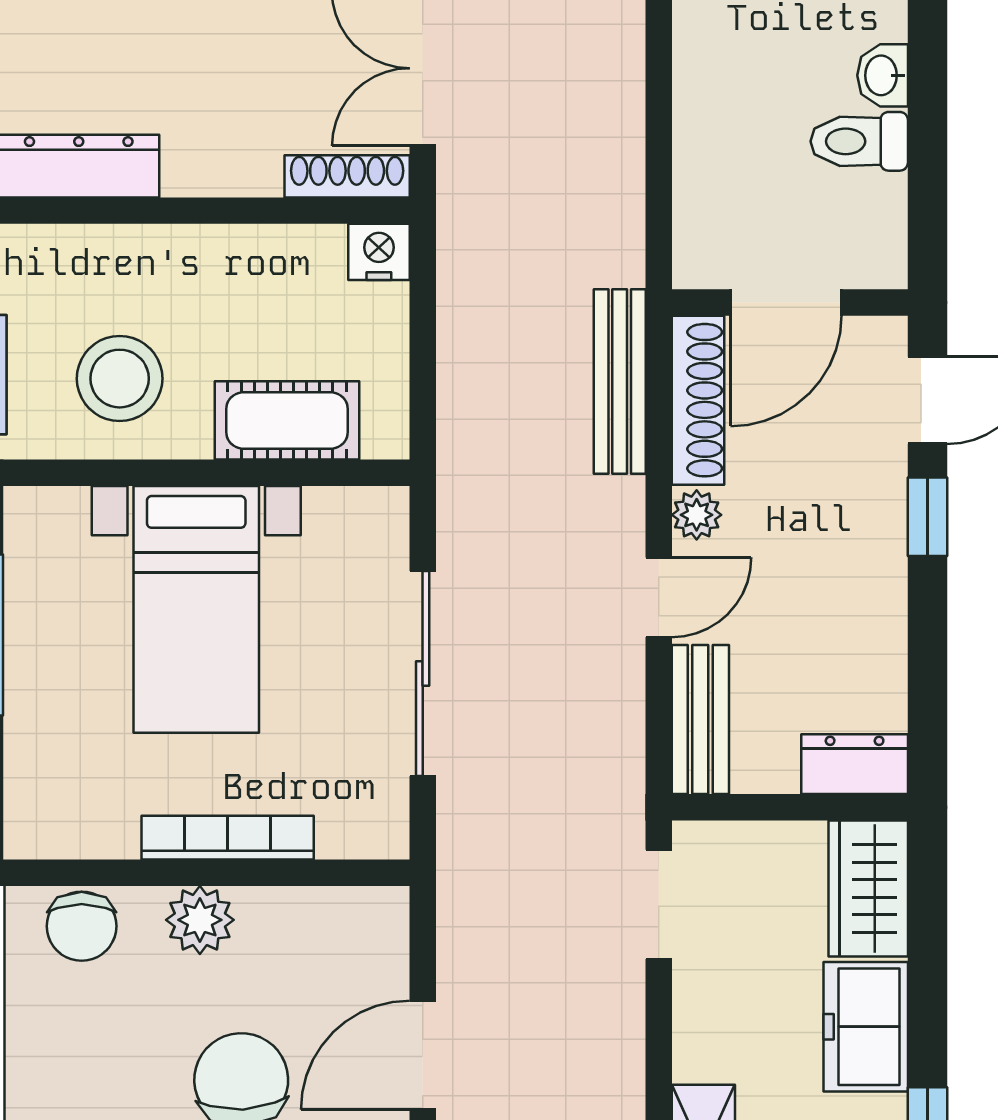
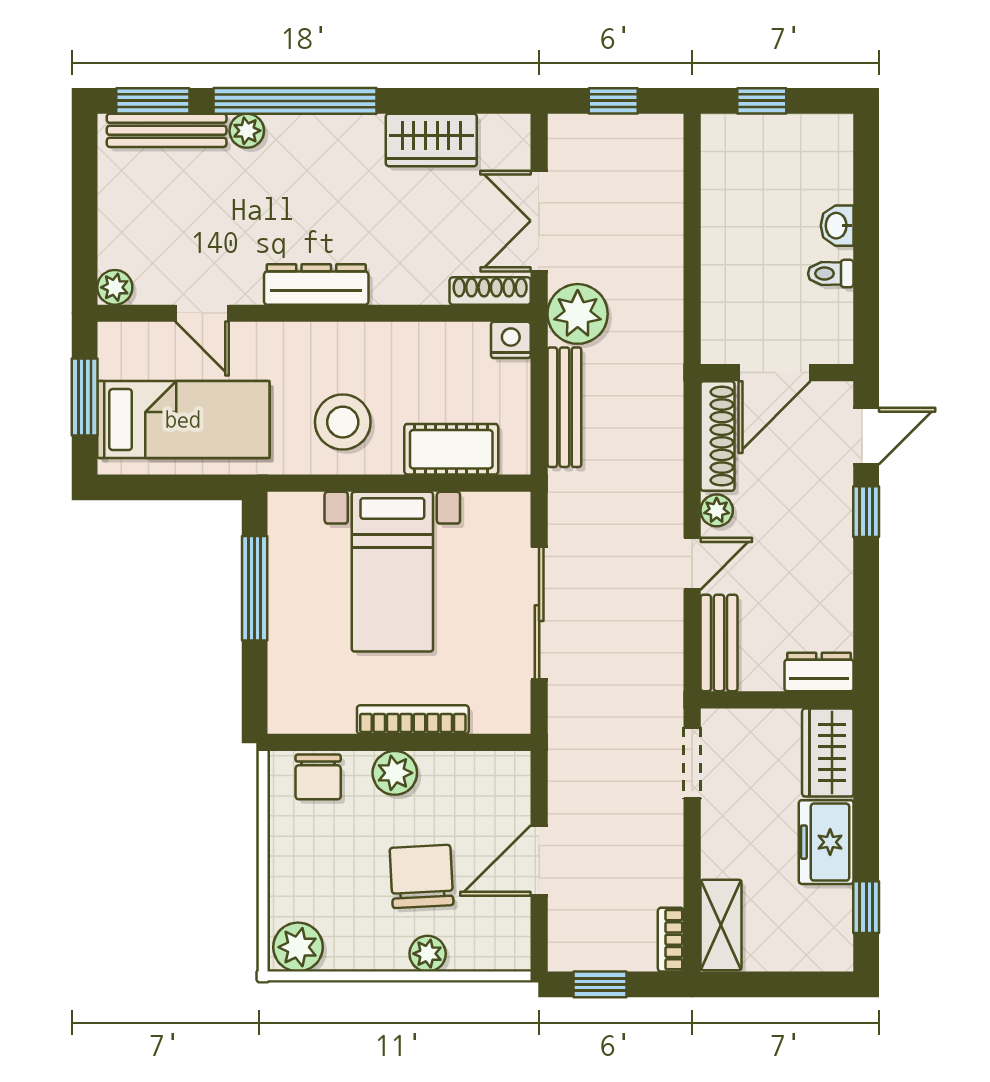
toilet: (859, 141) -> (831, 274), width x0.73, depth x0.72
plant: (482, 212) -> (578, 314), added
bench: (620, 381) -> (564, 407), moved

